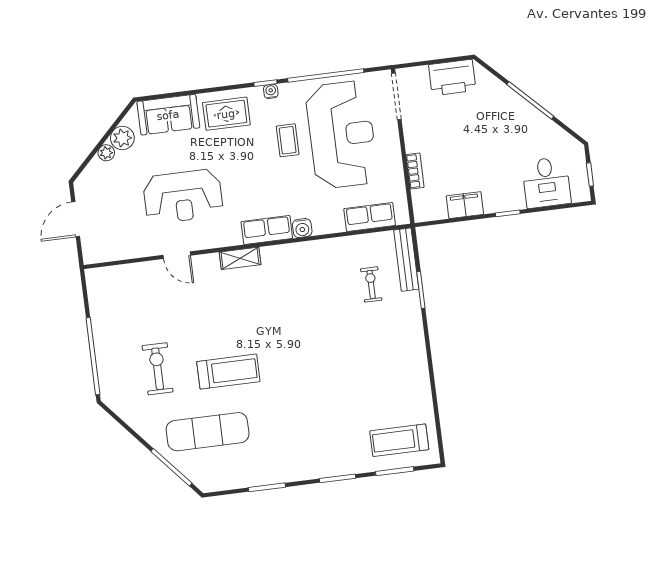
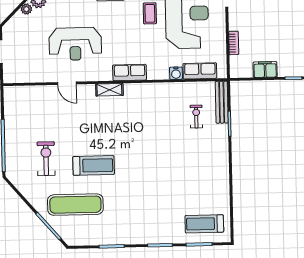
water cooler: (302, 228) -> (176, 73), moved

